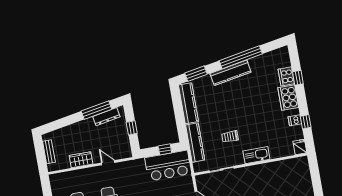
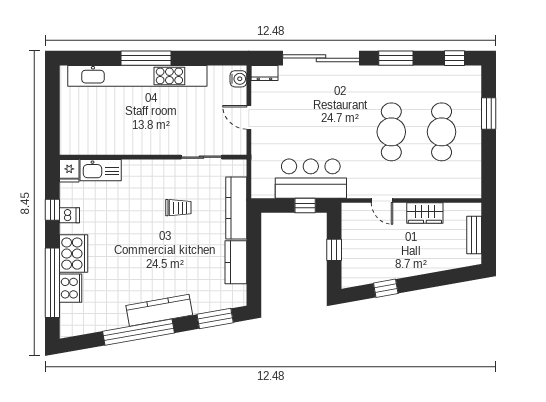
window: (298, 78) -> (52, 283), width x3.17
kitchen counter: (188, 103) -> (236, 262), width x0.67
window: (96, 110) -> (386, 288), width x0.46
dresser: (106, 117) -> (372, 275), removed
window: (165, 149) -> (305, 206), moved
kitchen sink: (256, 155) -> (101, 170), moved
bar counter: (168, 166) -> (311, 179), moved

